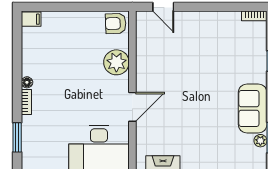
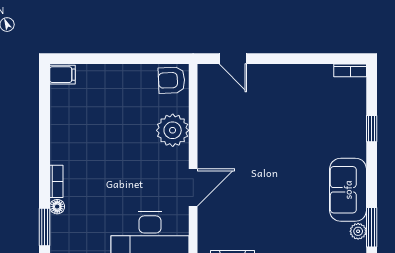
floor lamp: (27, 82) -> (57, 207), moved

